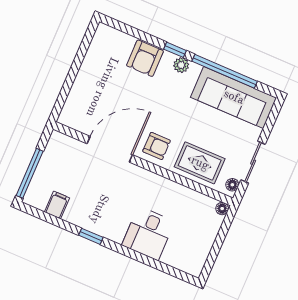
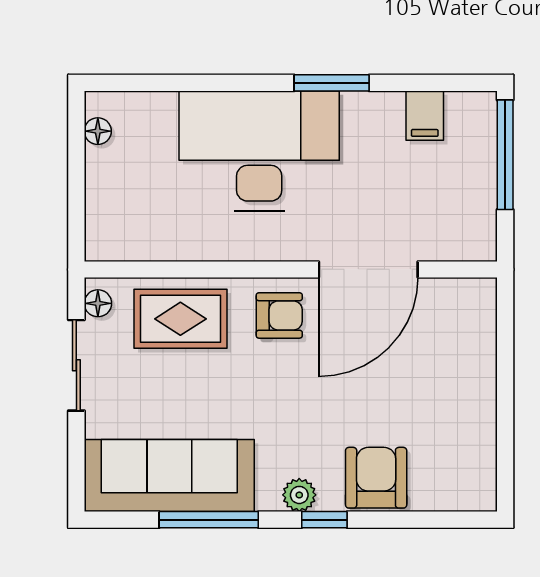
window: (225, 71) -> (209, 520), width x0.68
armchair: (157, 146) -> (279, 315), turned 180
floor lamp: (222, 209) -> (98, 131), moved
desk: (148, 233) -> (259, 151), width x1.87, depth x1.30
window: (91, 236) -> (332, 83), width x1.50

